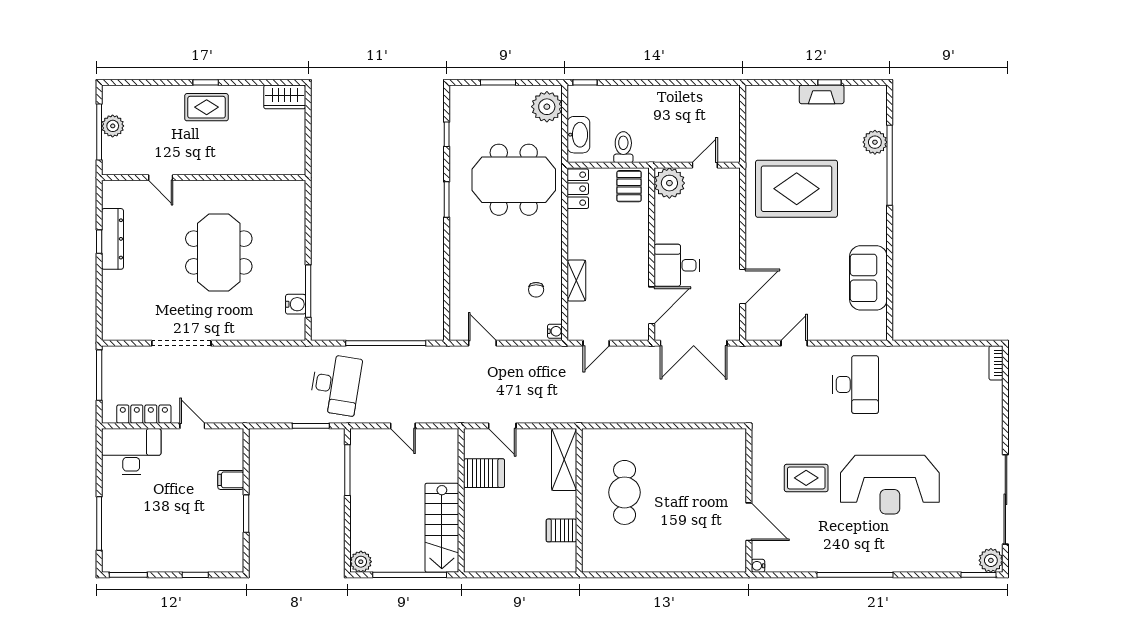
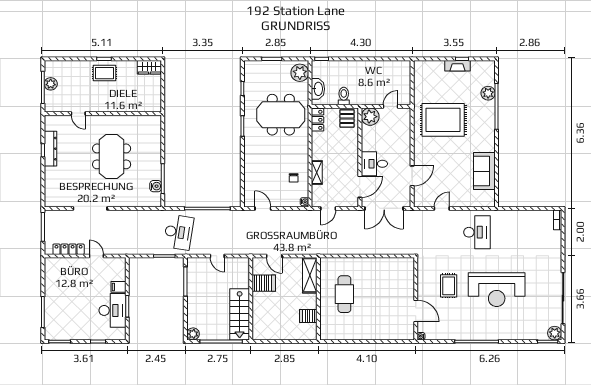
desk: (131, 452) -> (112, 310), moved, turned 90
rug: (806, 478) -> (449, 286), turned 90

